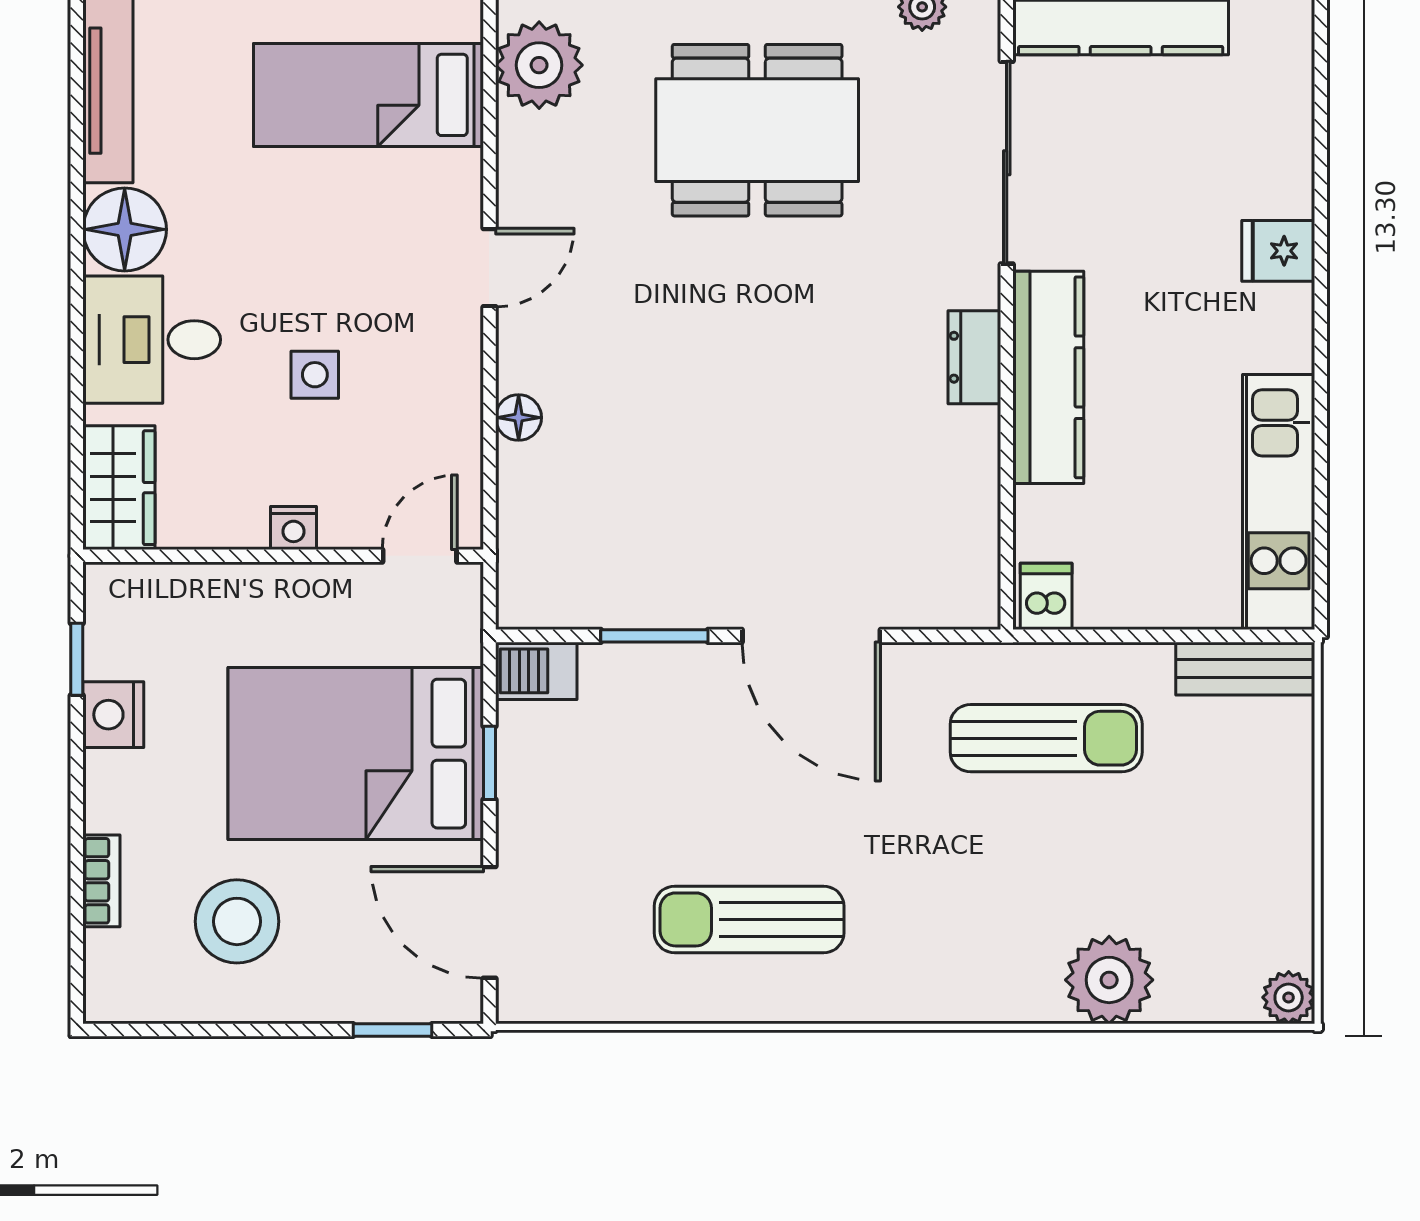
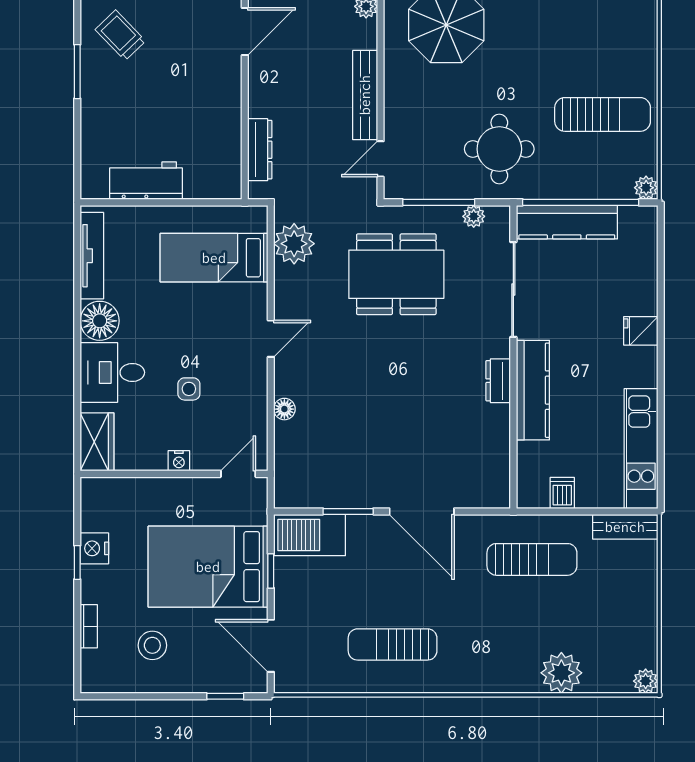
dishwasher: (1046, 596) -> (562, 493), moved
window: (77, 659) -> (77, 562), moved
barbecue: (536, 671) -> (310, 535), width x1.88, depth x1.53
stool: (237, 921) -> (152, 645), width x0.73, depth x0.73

